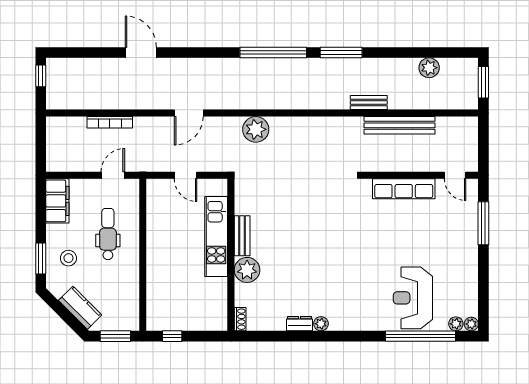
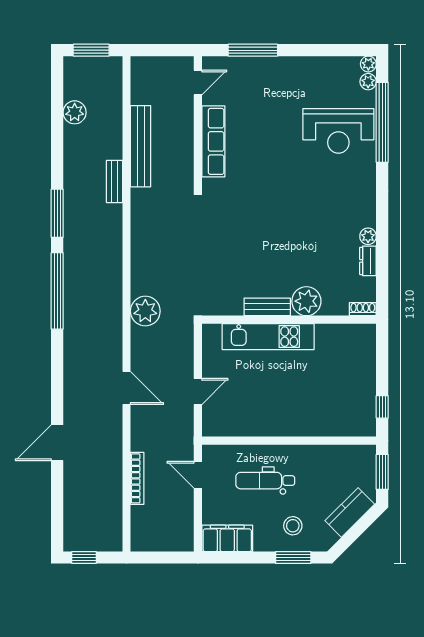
bench: (242, 236) -> (267, 307), moved
kitchen unit: (216, 237) -> (268, 337), moved
wall: (231, 255) -> (289, 320), moved
plant: (247, 270) -> (306, 301), moved
shoe rack: (240, 319) -> (363, 309), moved

